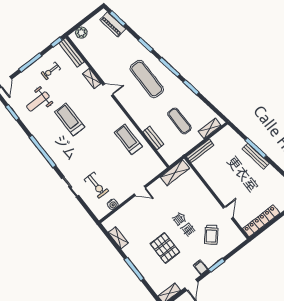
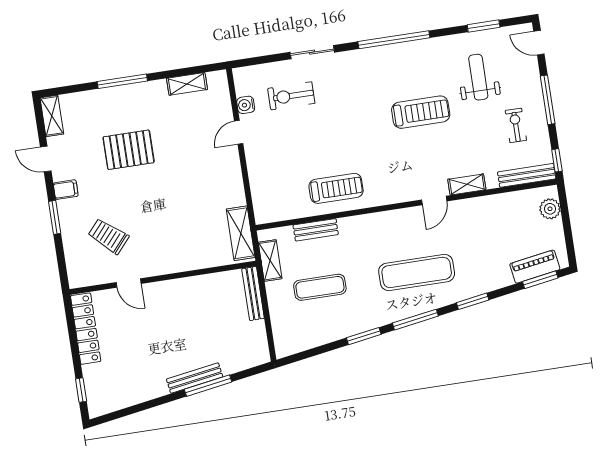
shelving: (210, 128) -> (270, 260), moved
door: (140, 191) -> (239, 132), moved

